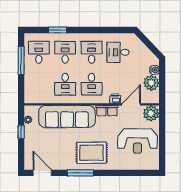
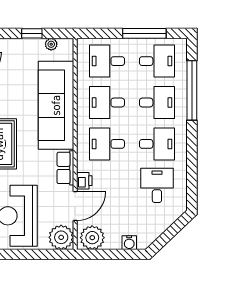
window: (57, 30) -> (192, 90), width x2.11
plant: (151, 83) -> (92, 238), moved
desk: (39, 84) -> (107, 61), added
door: (131, 104) -> (75, 206), hinge flipped

